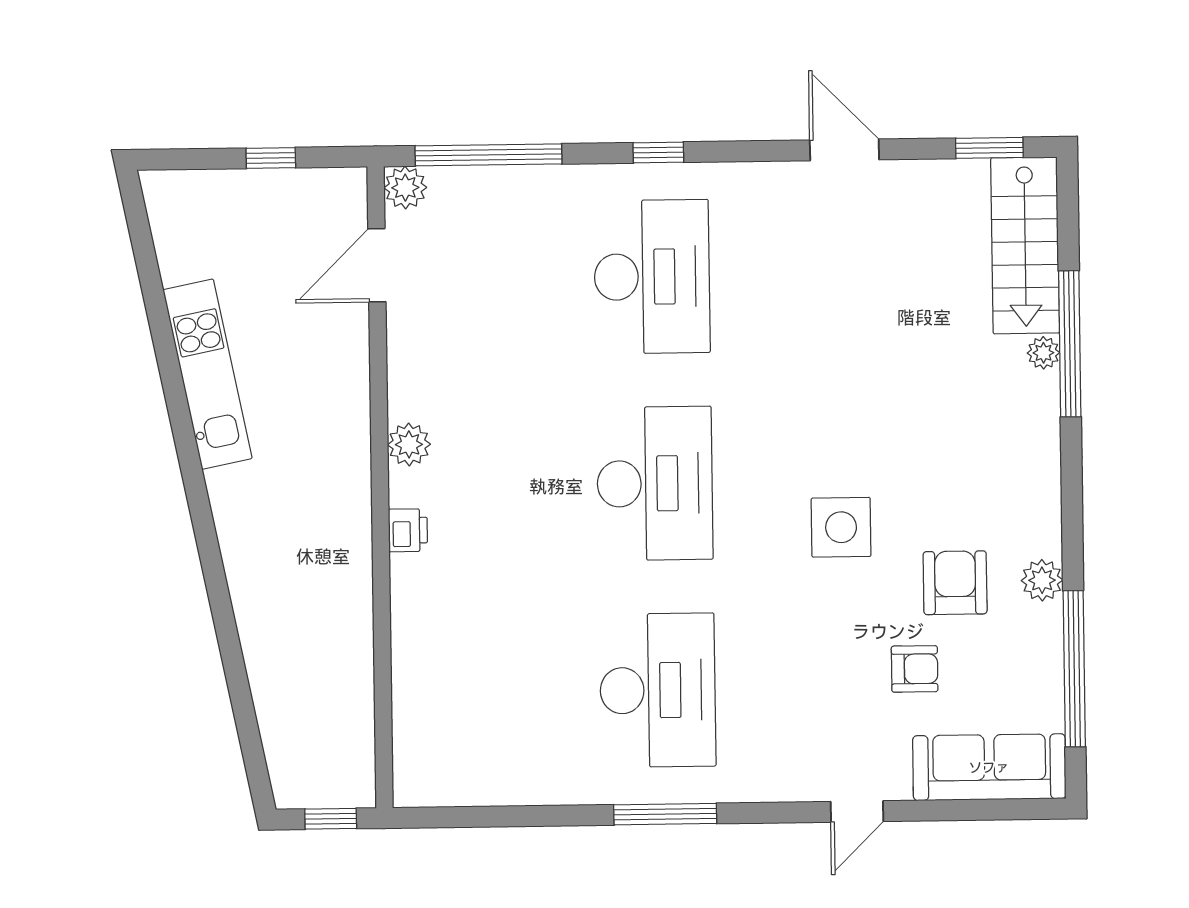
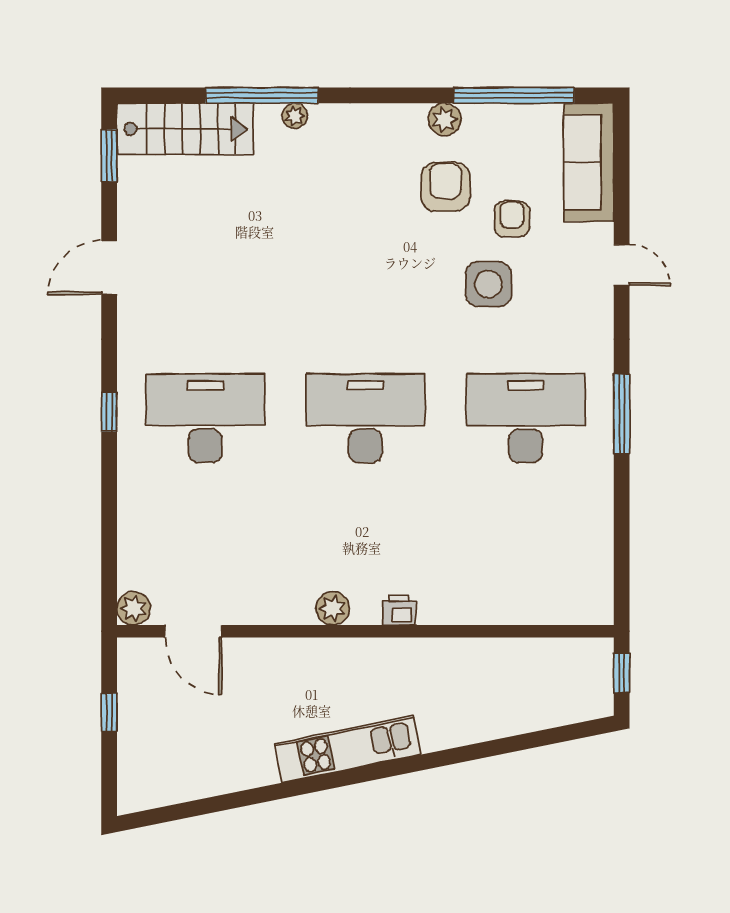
window: (489, 155) -> (109, 544), removed
plant: (1043, 353) -> (295, 116), moved
kitchen unit: (208, 374) -> (348, 749), moved
side table: (841, 527) -> (488, 284), moved
armchair: (955, 583) -> (446, 187), turned 90

